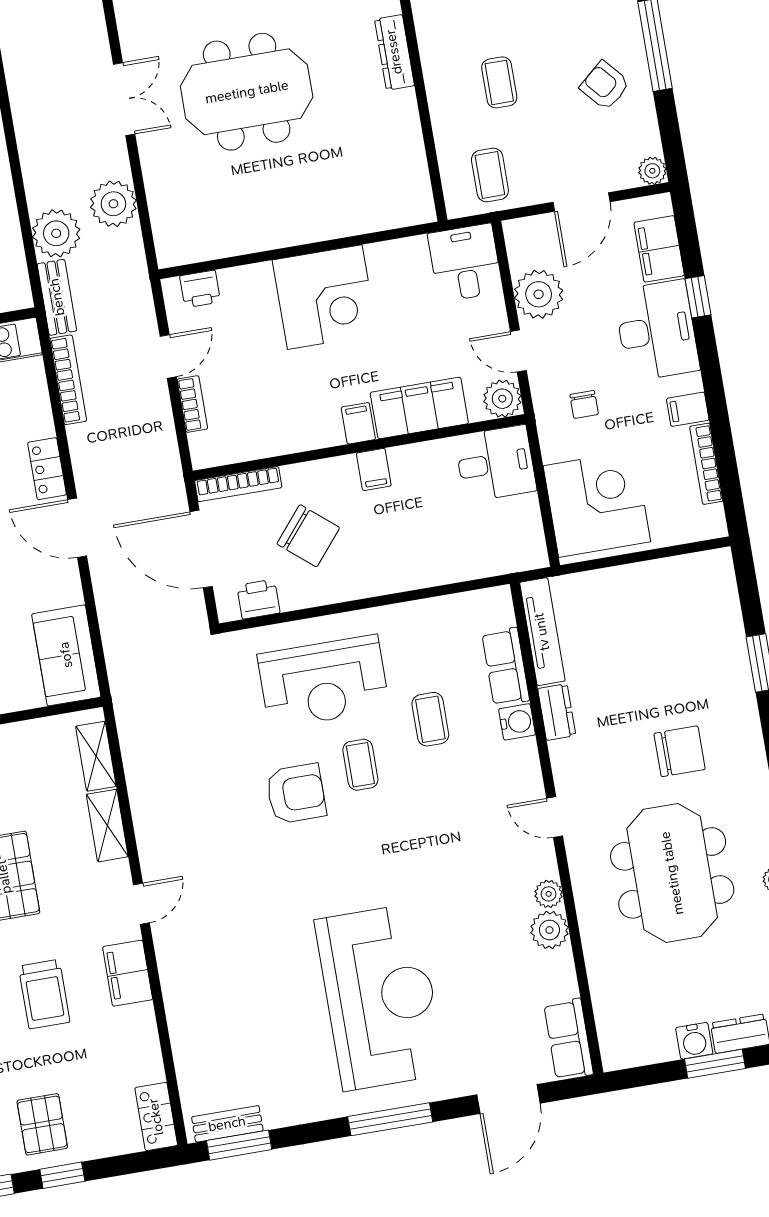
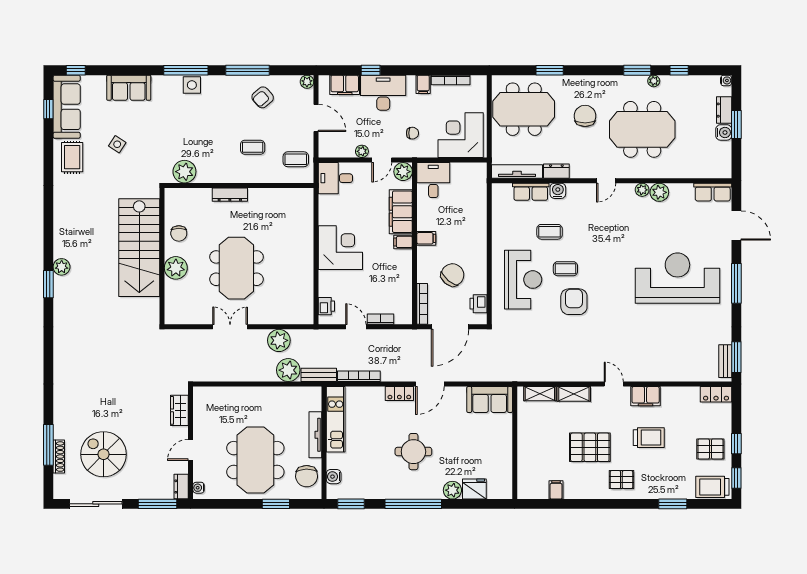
plant: (539, 294) -> (362, 151), width x0.53, depth x0.53
meeting table: (672, 624) -> (524, 109), added

